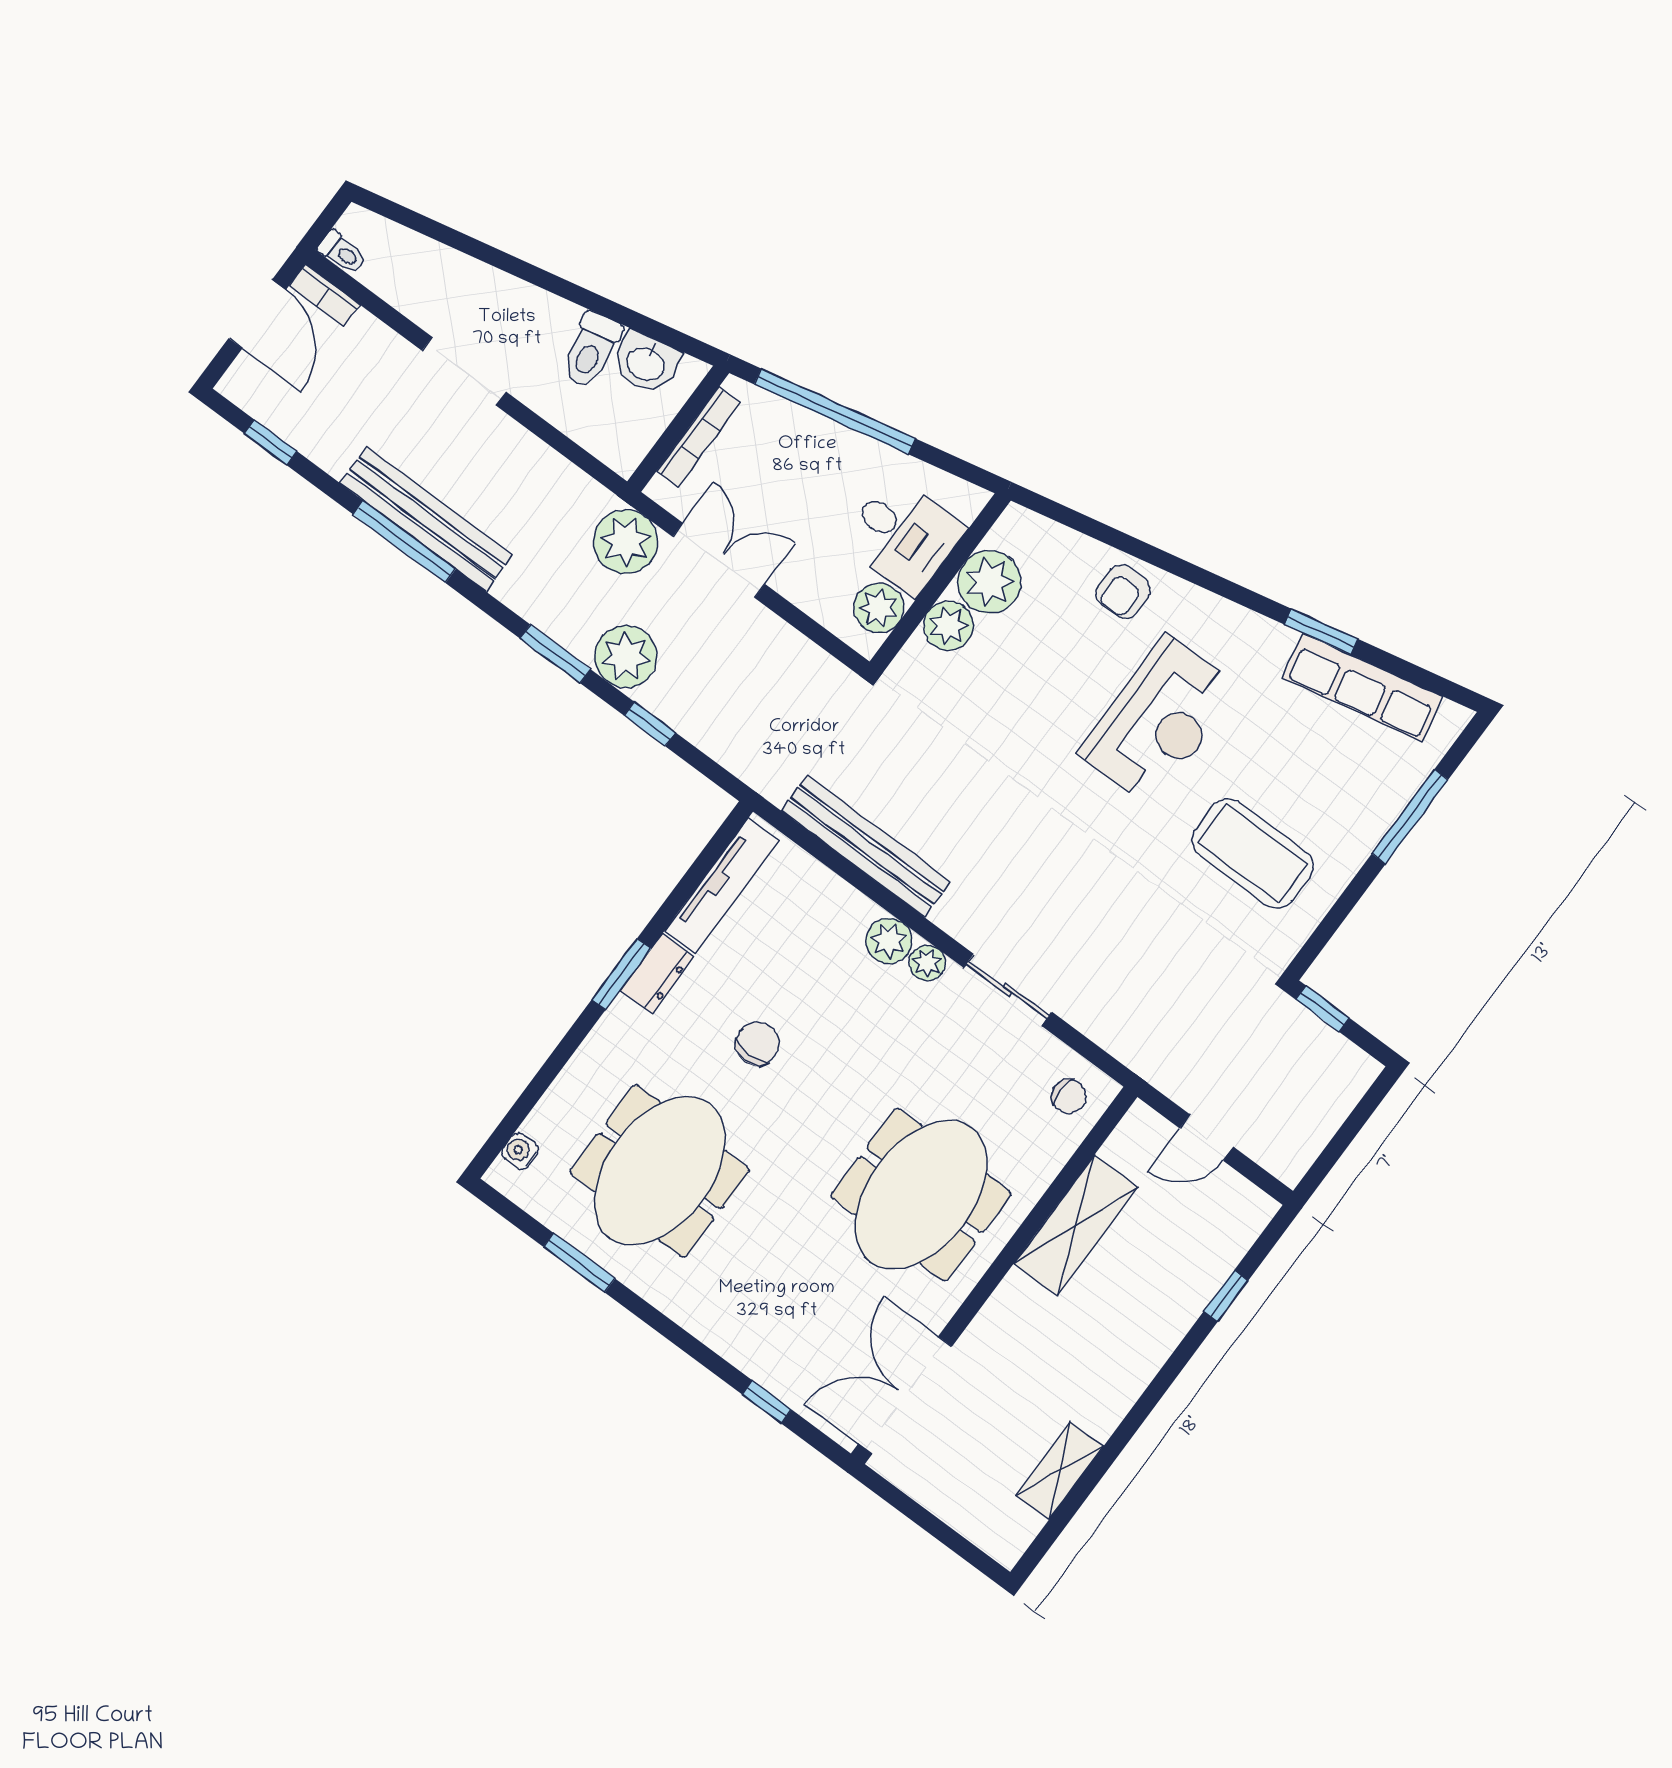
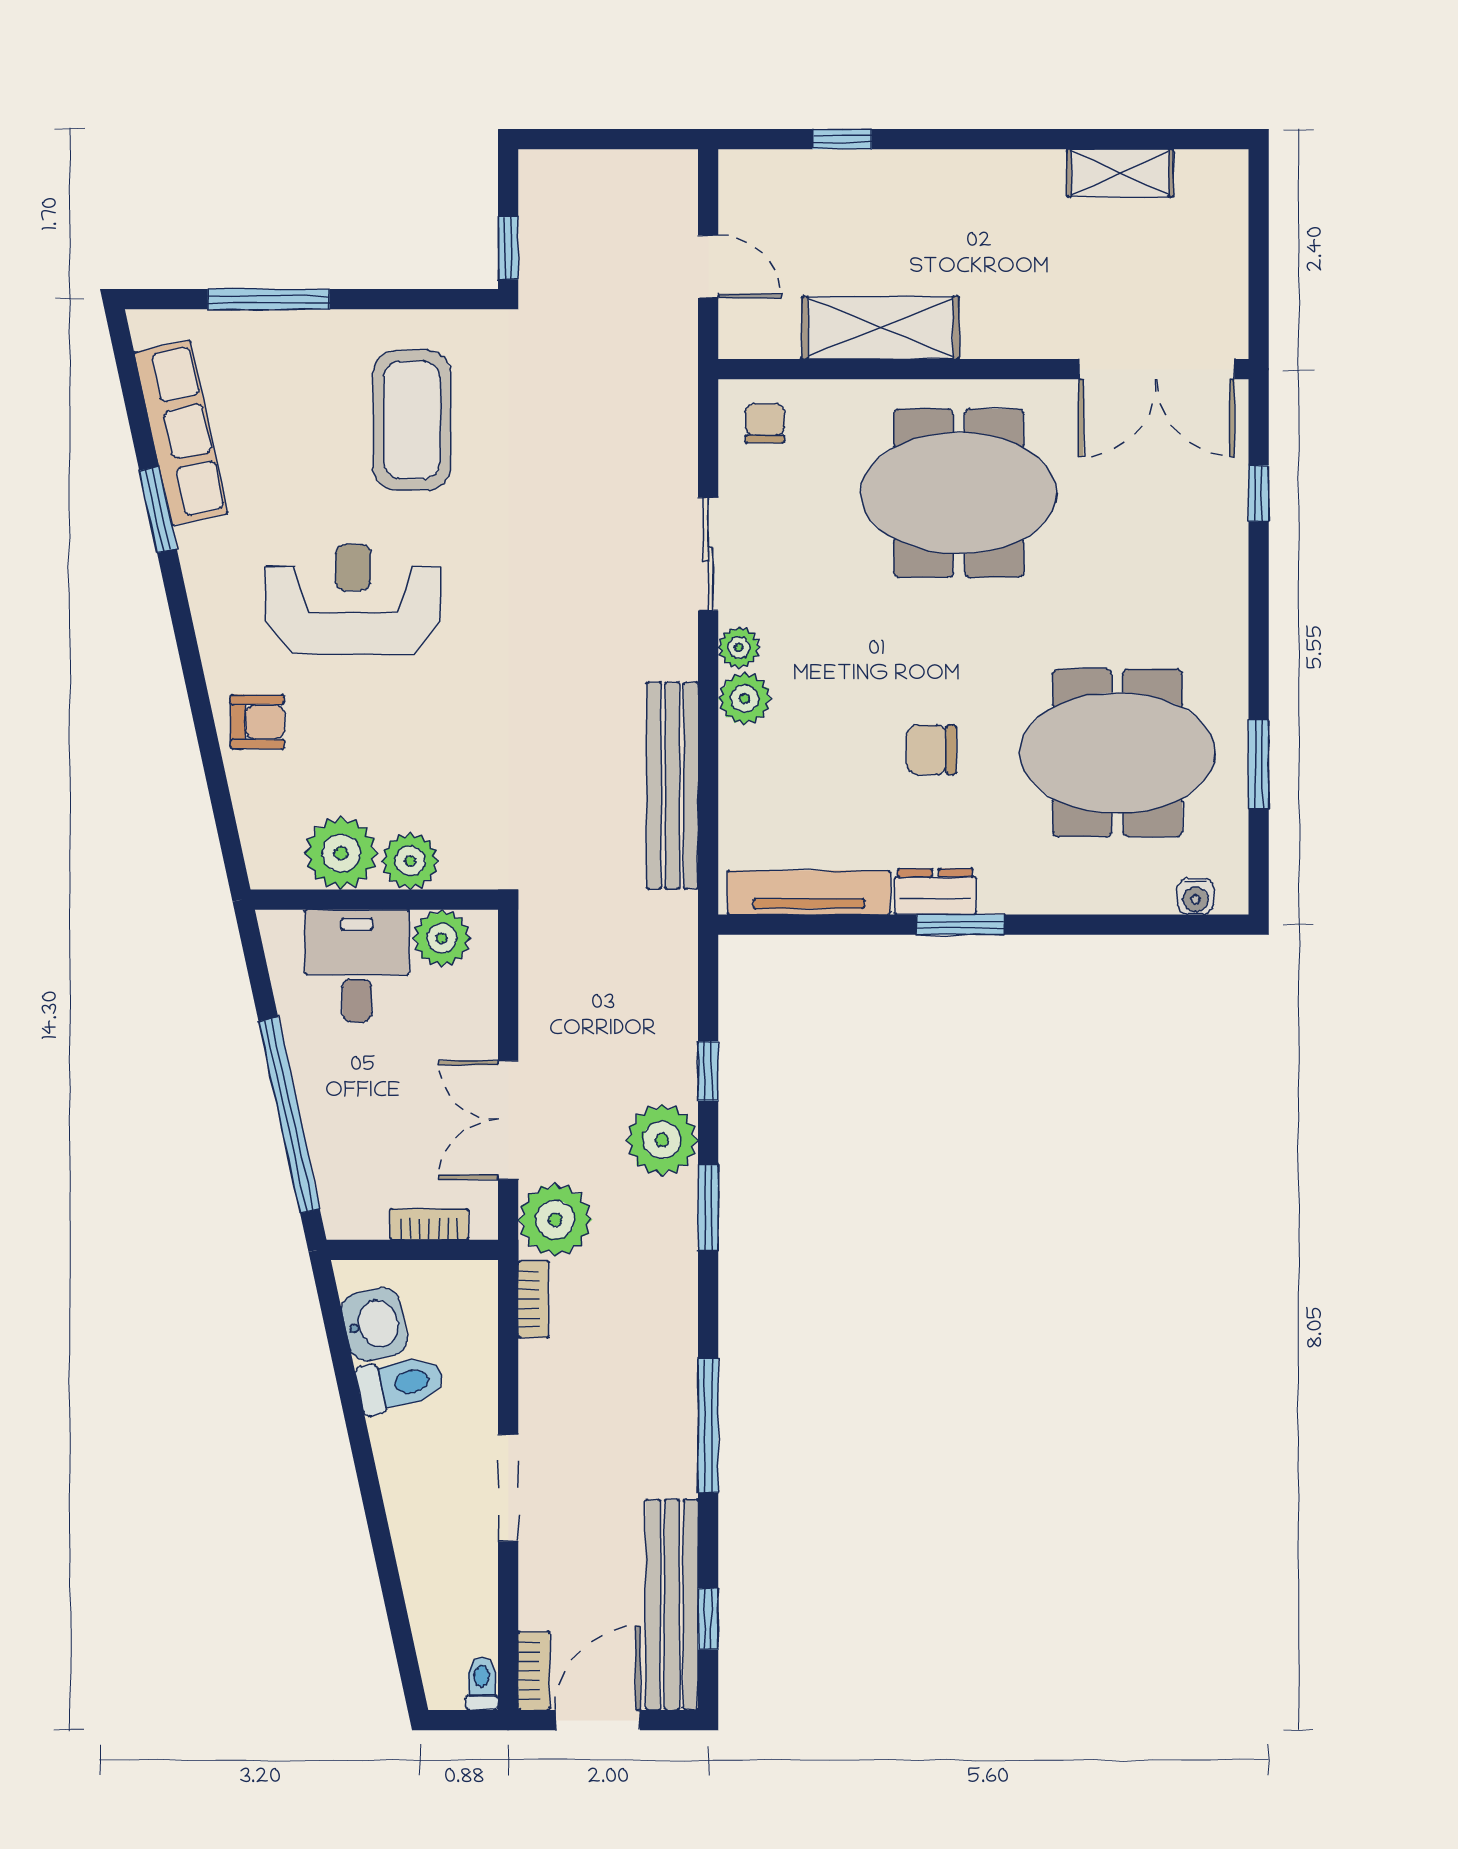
bookcase: (698, 437) -> (429, 1224), width x0.64
bookcase: (582, 486) -> (534, 1299), added
bench: (426, 519) -> (672, 1605), moved

